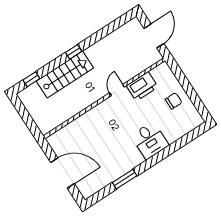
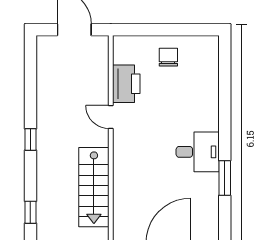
stairs: (65, 75) -> (94, 187), moved, turned 180
desk: (150, 140) -> (198, 152), moved

